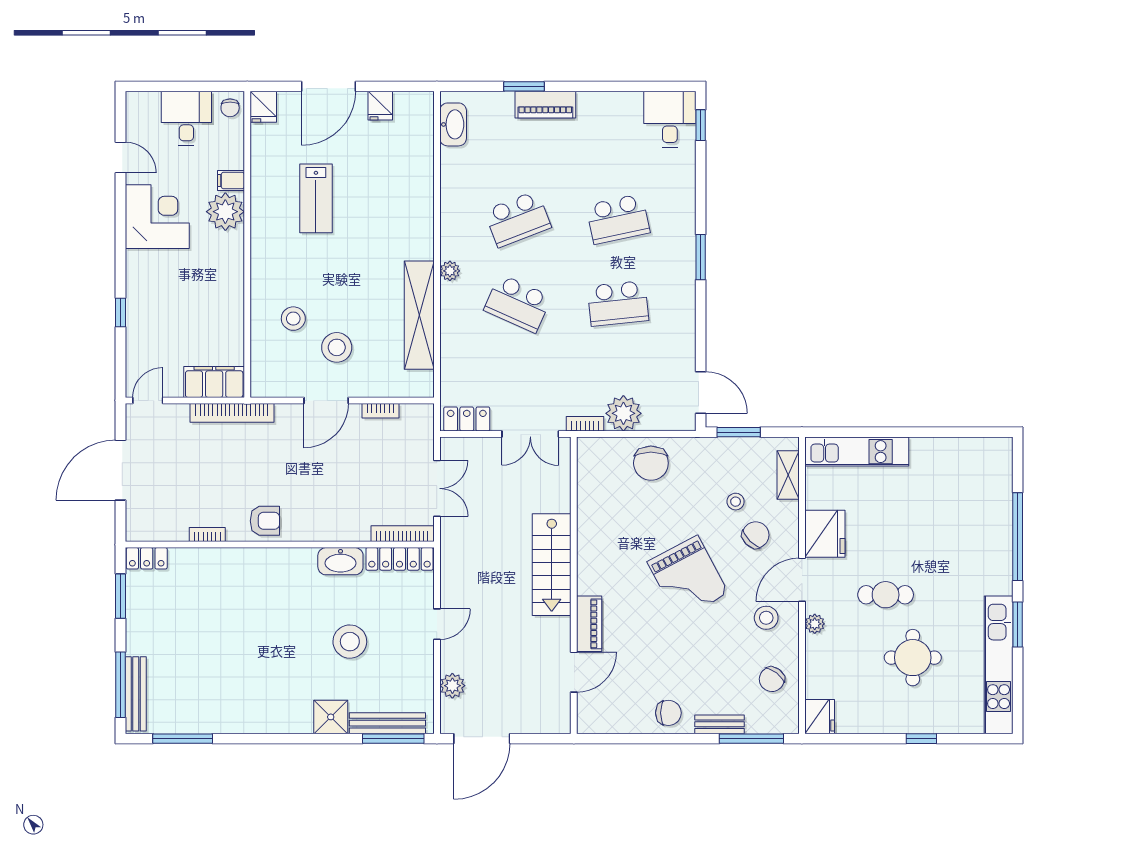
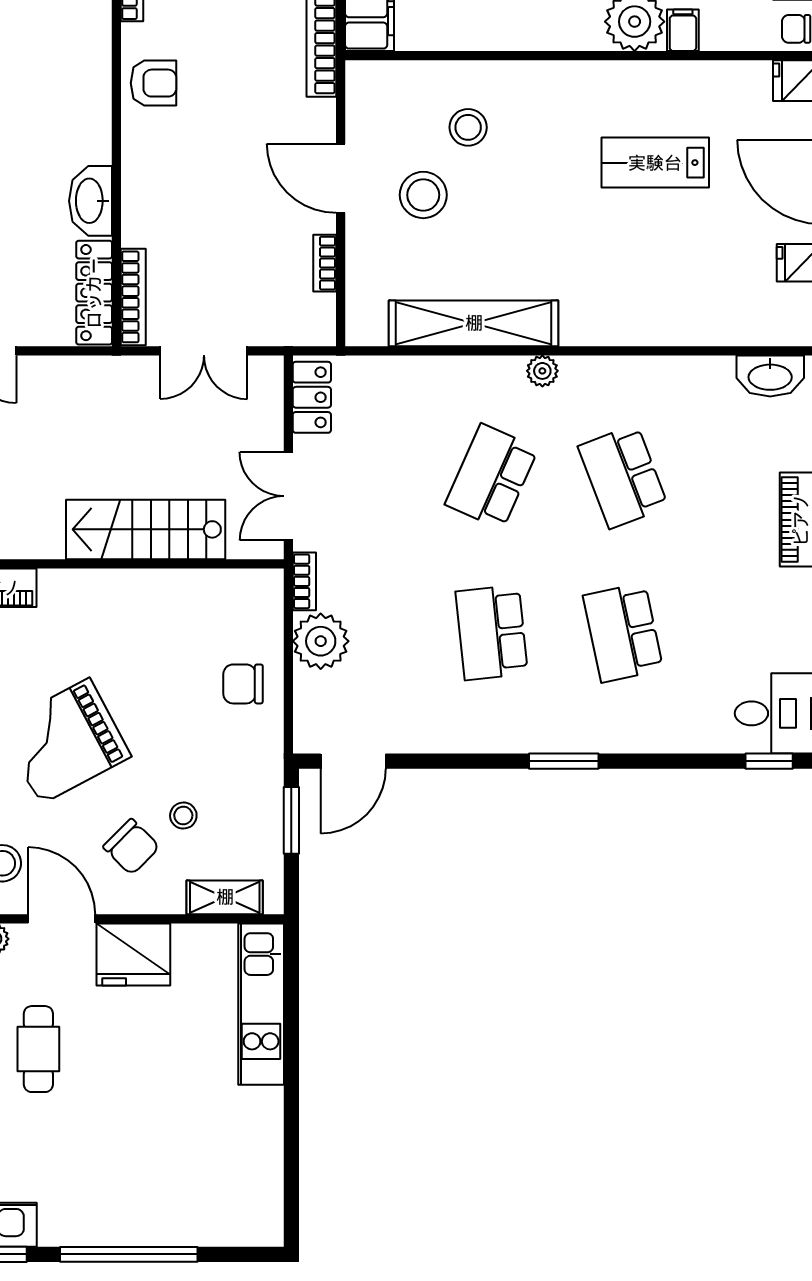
chair: (651, 463) -> (243, 684), width x0.73, depth x0.73
armchair: (265, 521) -> (153, 83), turned -90
stairs: (552, 565) -> (146, 529), moved

